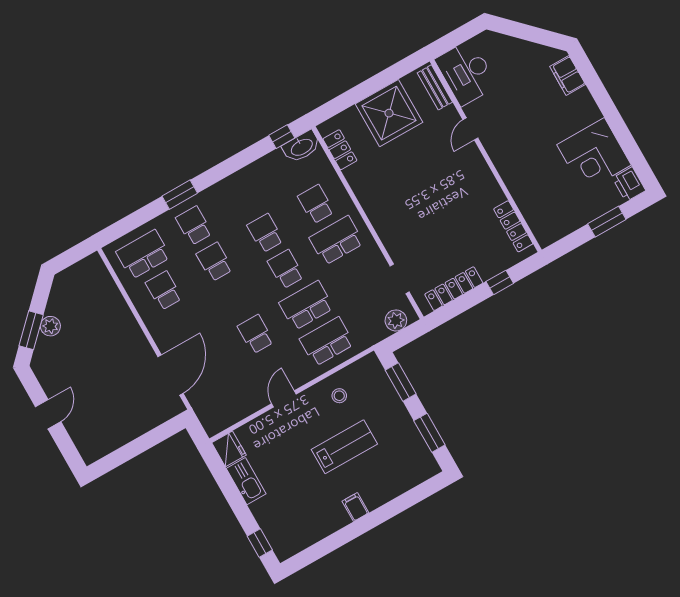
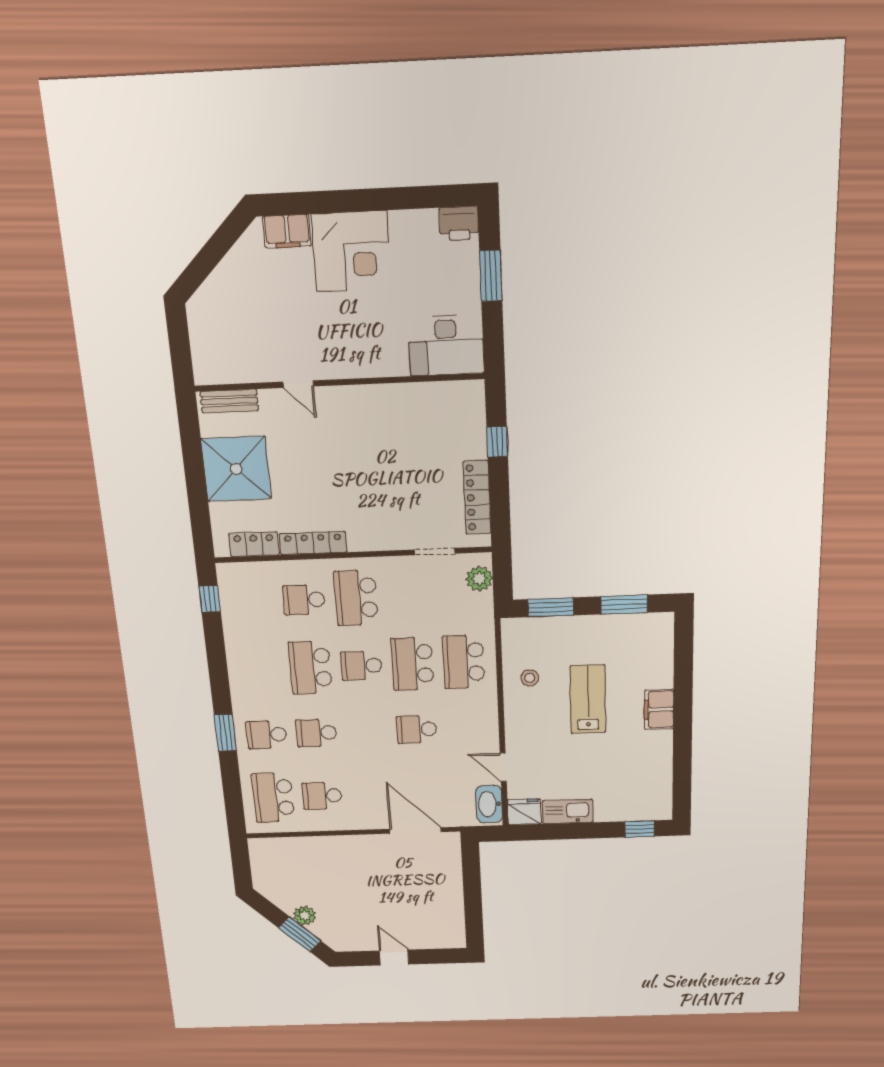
desk: (466, 73) -> (446, 345), moved
washbasin: (301, 147) -> (489, 804), moved, turned 180
corner desk: (594, 155) -> (351, 251), moved
locker: (513, 226) -> (313, 543), moved, turned 180
school desk: (265, 233) -> (310, 668), width x1.85
door: (284, 399) -> (503, 767), moved
filing cabinet: (355, 507) -> (659, 709), width x2.00

